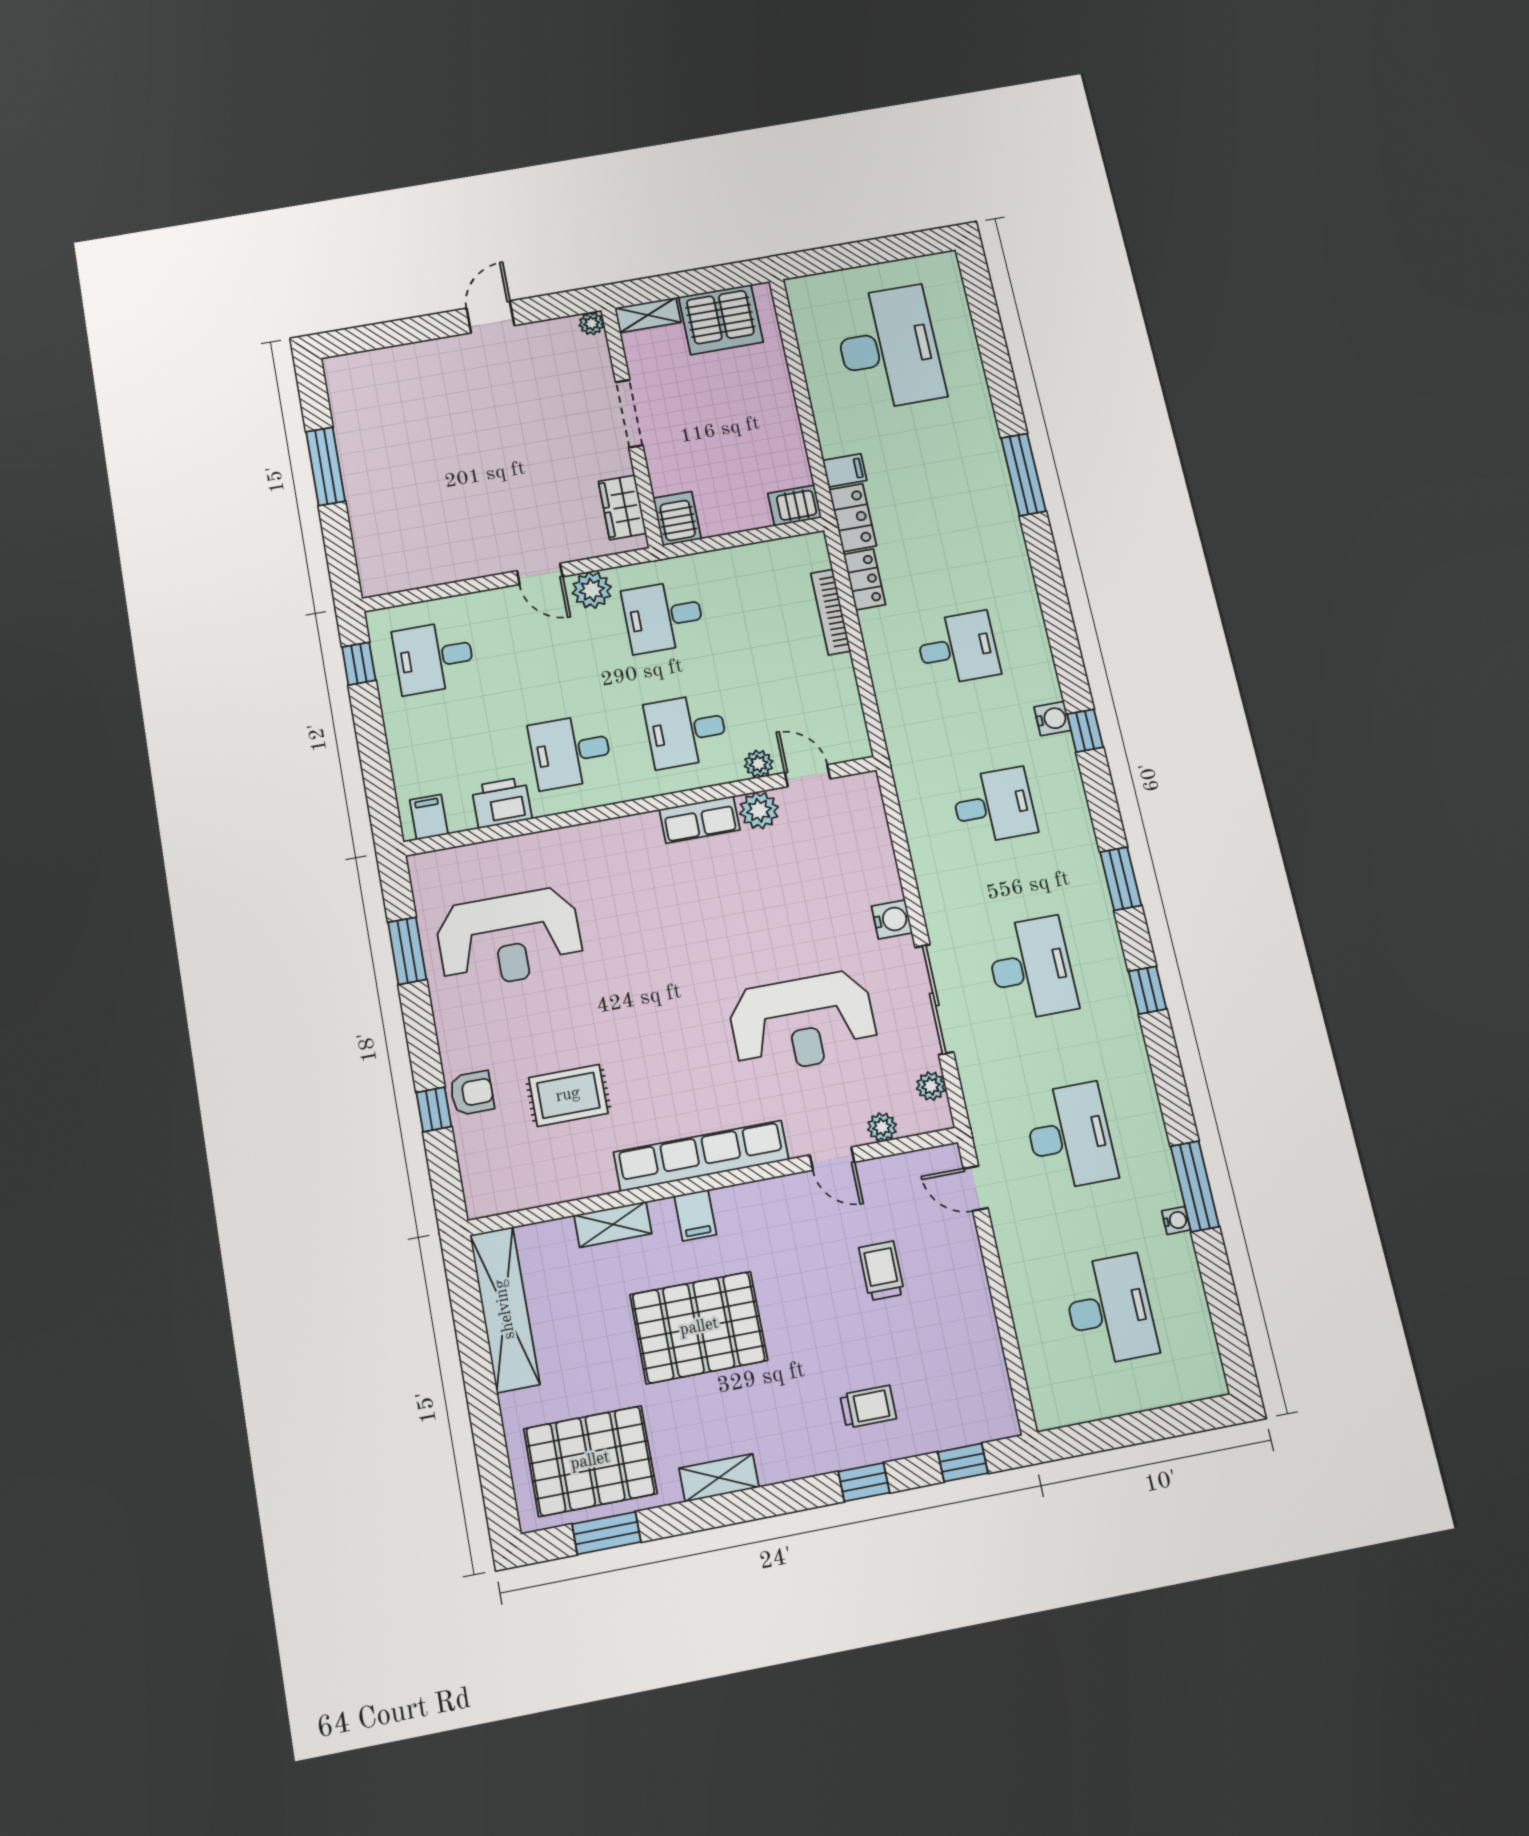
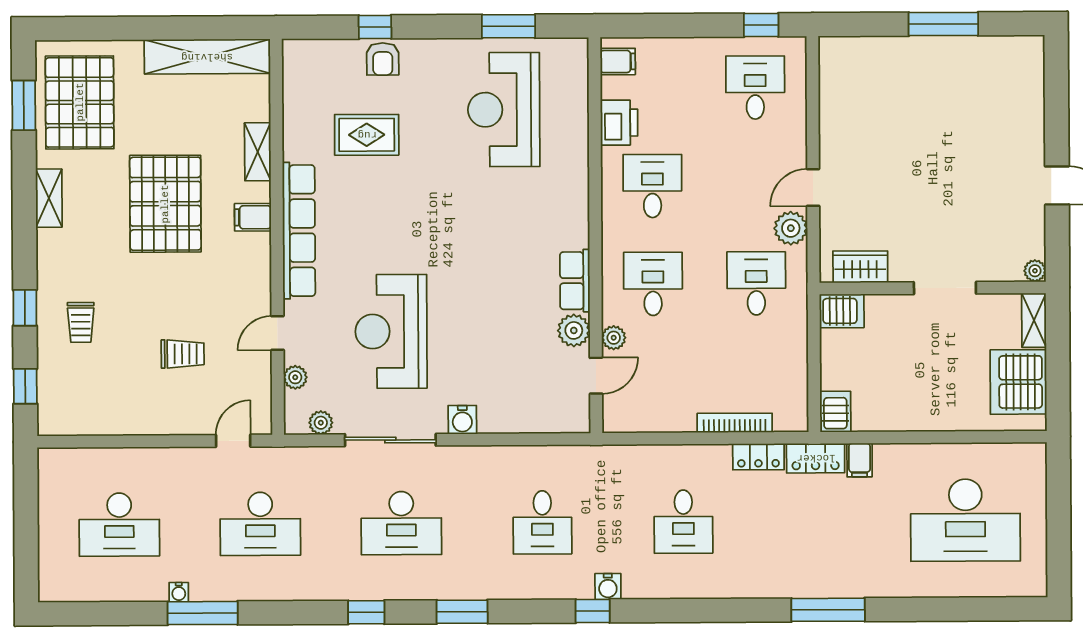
rug: (568, 1095) -> (367, 135), turned 90

